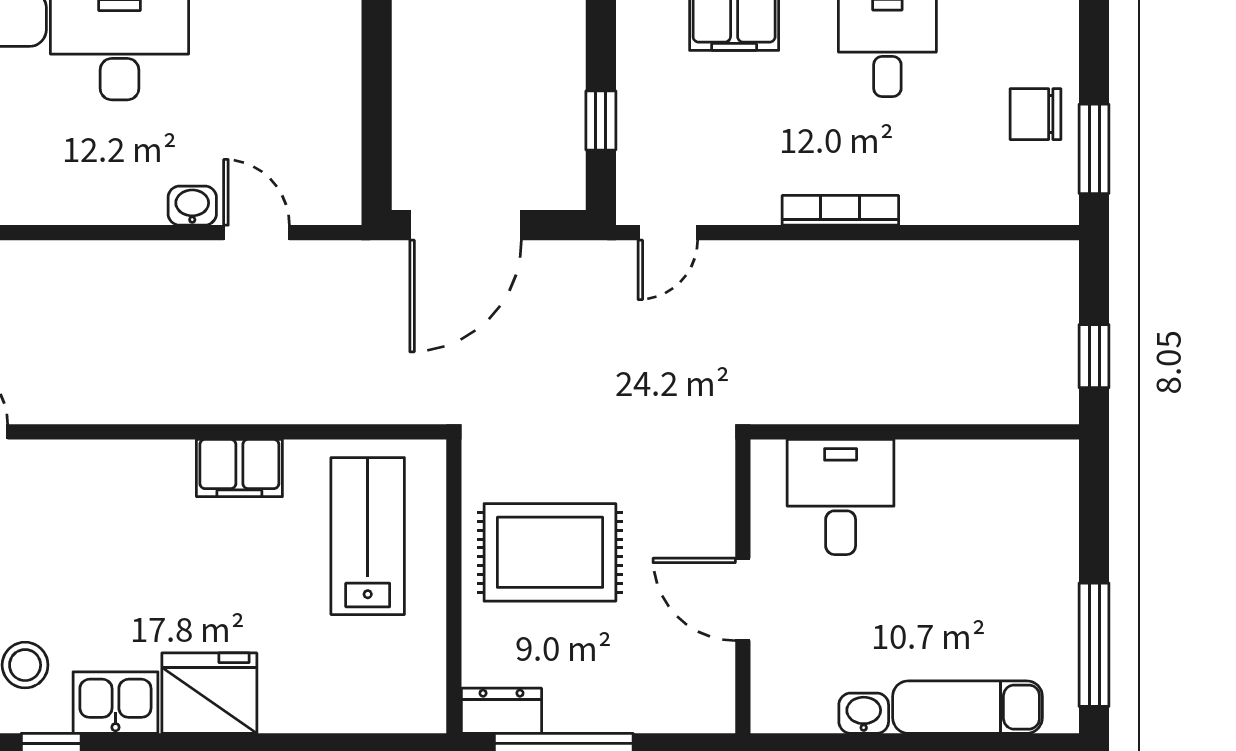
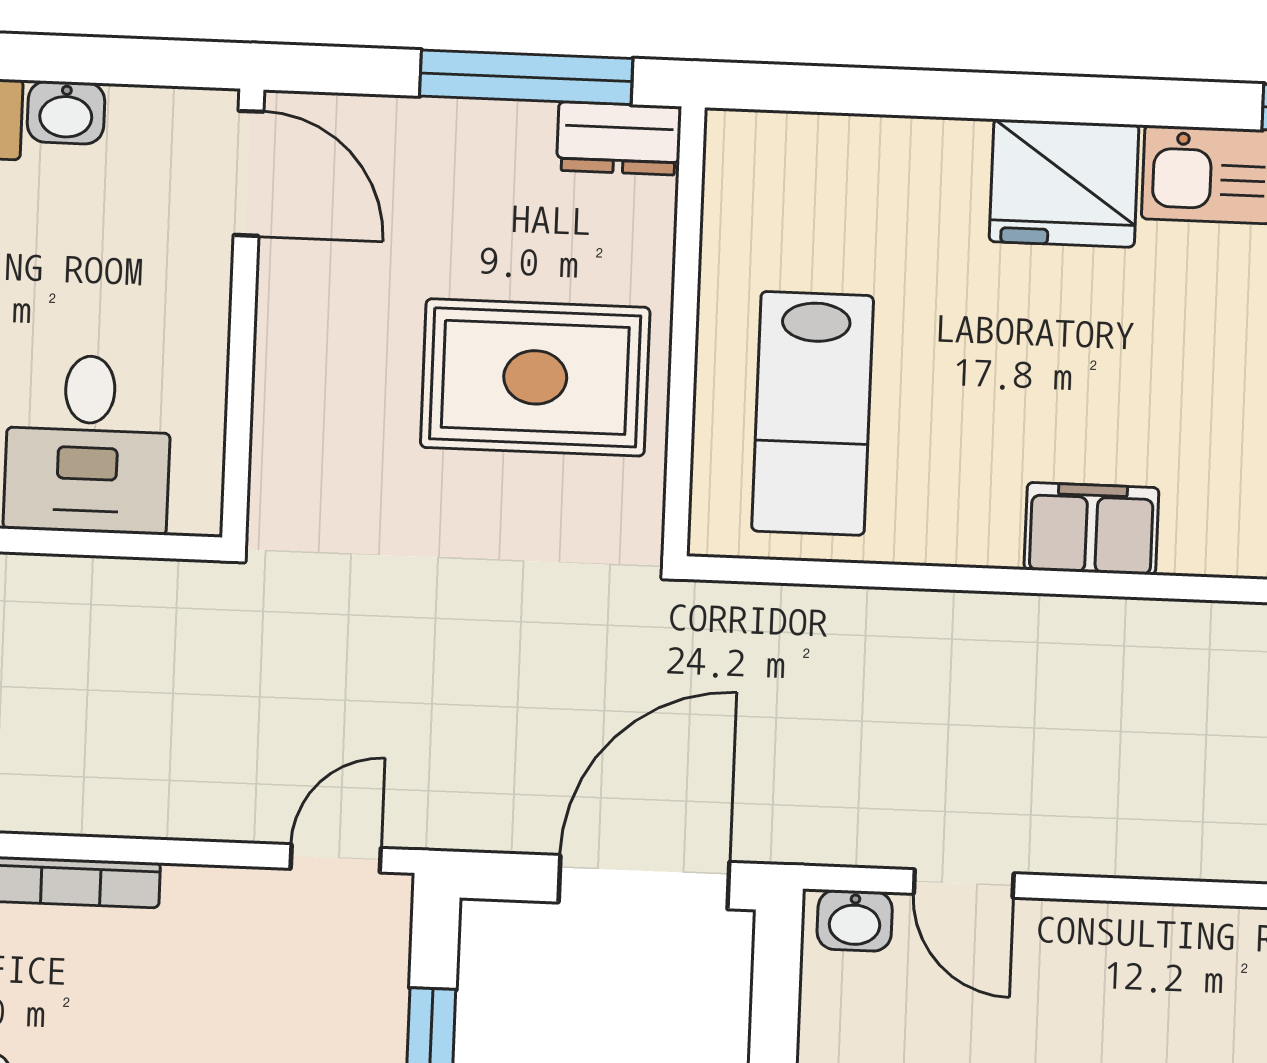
washbasin: (192, 206) -> (855, 921), moved
filing cabinet: (239, 468) -> (1091, 529), moved
door: (743, 599) -> (248, 173), moved

